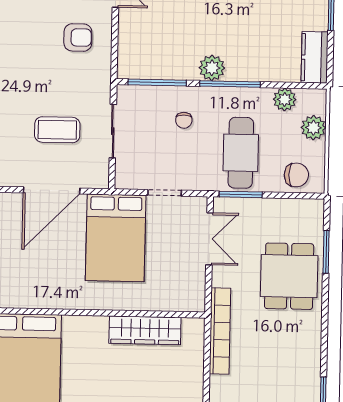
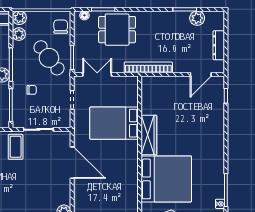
plant: (313, 128) -> (19, 18), moved
coffee table: (57, 130) -> (16, 147), moved
cafe table: (241, 153) -> (49, 58), turned 52
floor lamp: (316, 218) -> (84, 15), added
bed: (116, 238) -> (114, 123), moved, turned 180
wardrobe: (145, 330) -> (149, 135), moved

